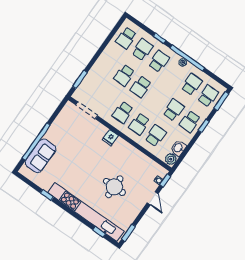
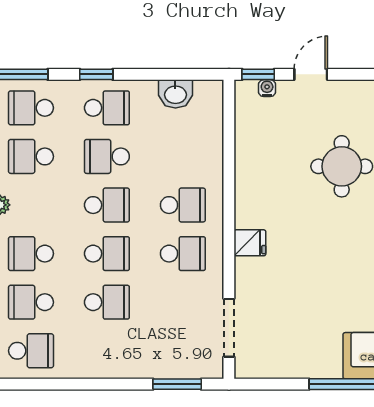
school desk: (155, 136) -> (107, 205), moved, turned 180
plant: (171, 159) -> (208, 93), removed

